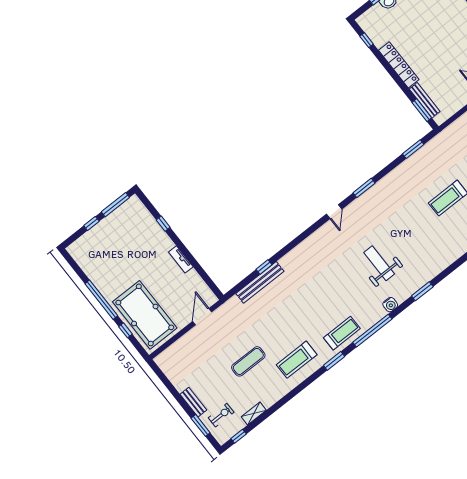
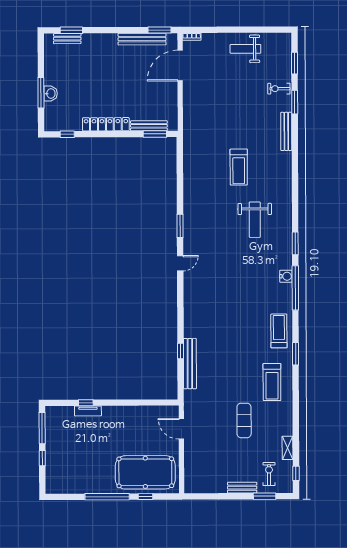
window: (413, 149) -> (180, 164), removed
door: (334, 212) -> (180, 263), hinge flipped
tv unit: (181, 259) -> (88, 411), moved
weight bench: (379, 263) -> (255, 220), moved, turned -90
window: (372, 331) -> (295, 288), moved

